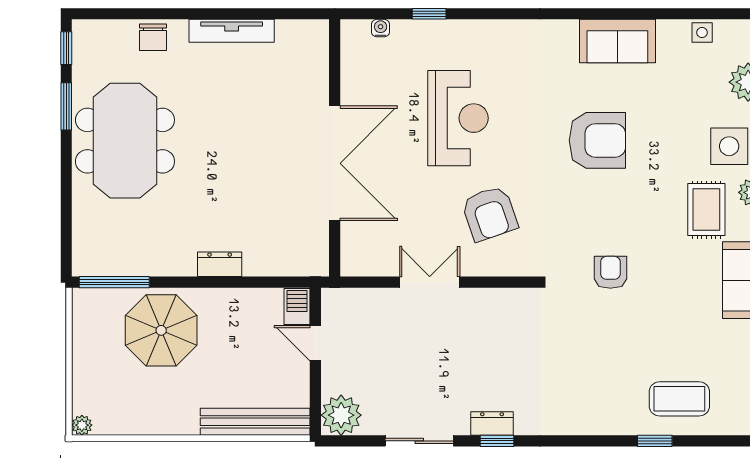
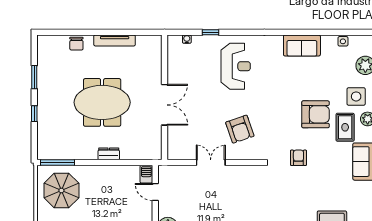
window: (66, 48) -> (34, 114), moved
reception desk: (458, 118) -> (236, 66), moved
armchair: (597, 140) -> (315, 114), moved
meeting table: (125, 141) -> (102, 102), moved, turned 90
double door: (335, 163) -> (165, 105), width x0.73
parasol: (161, 330) -> (61, 190), moved

